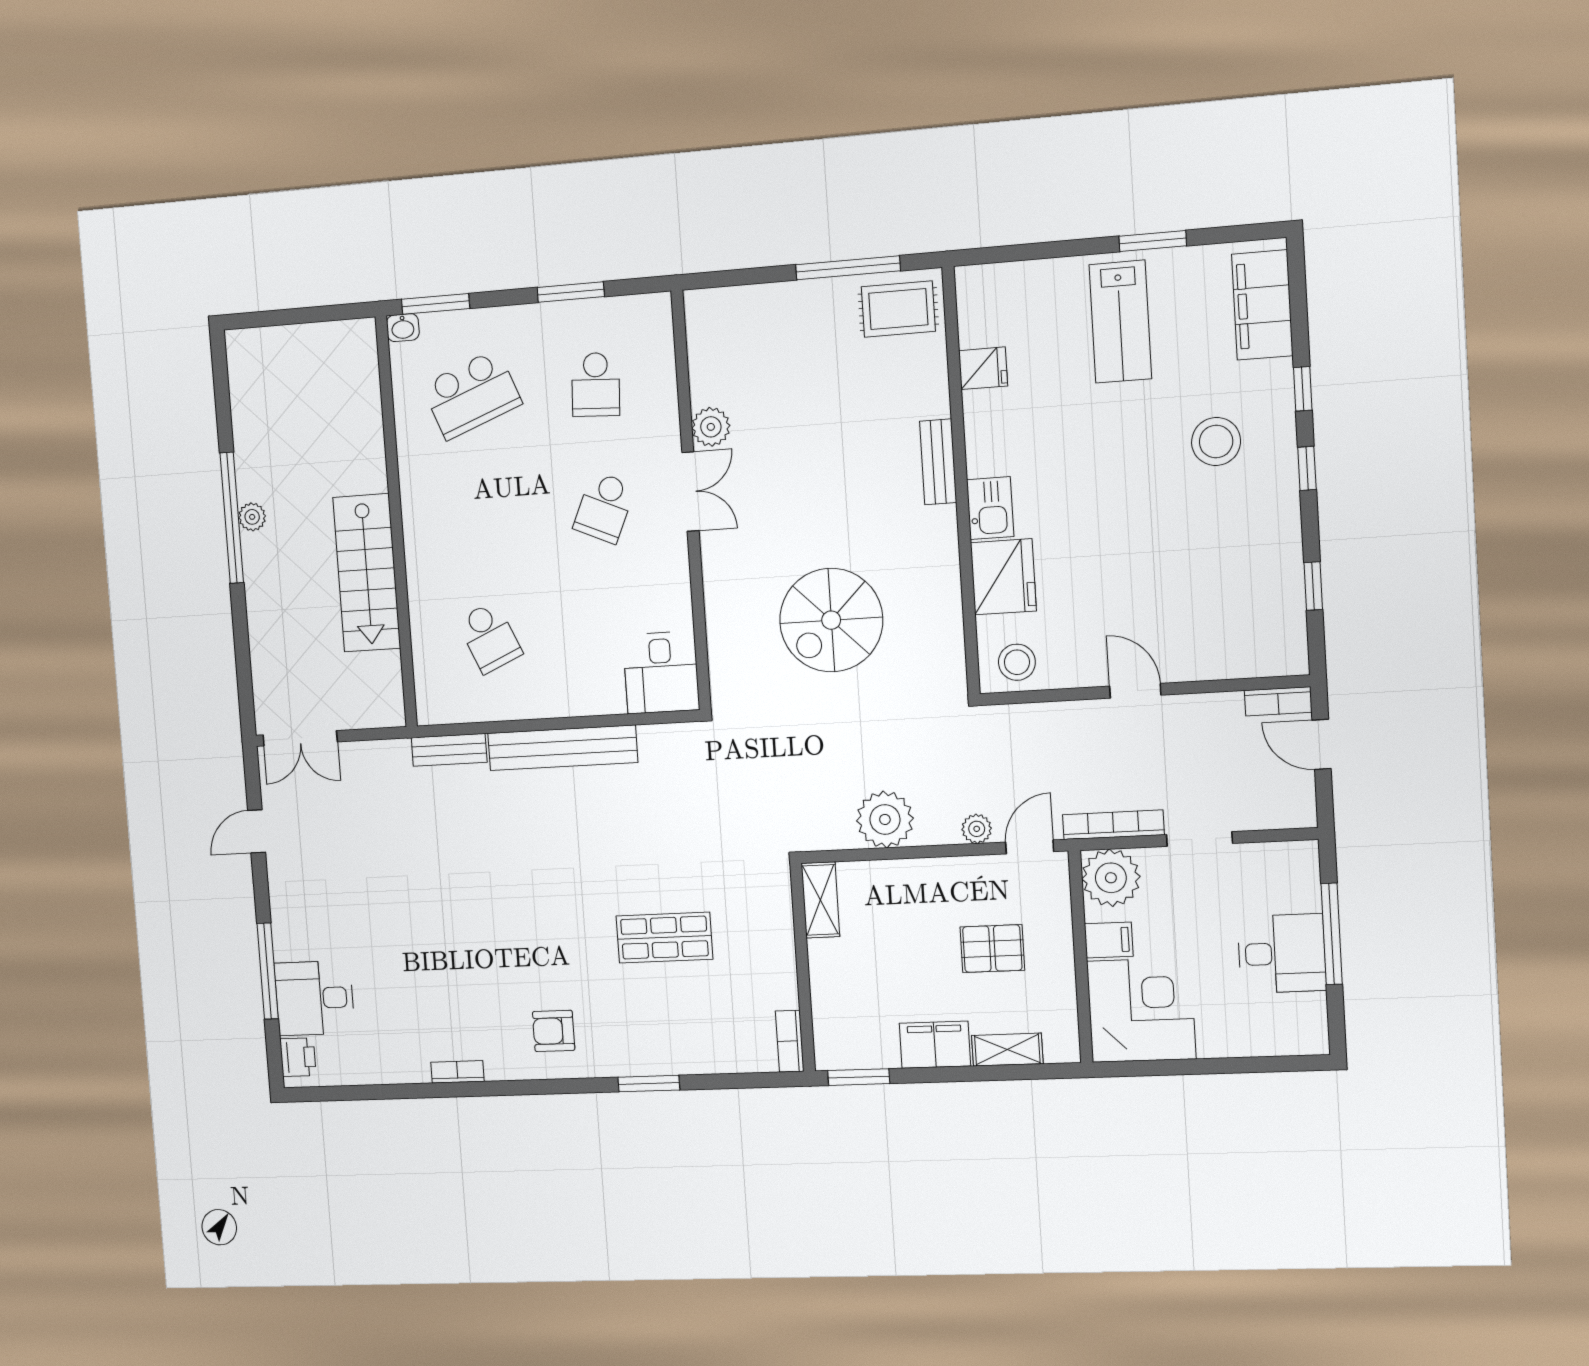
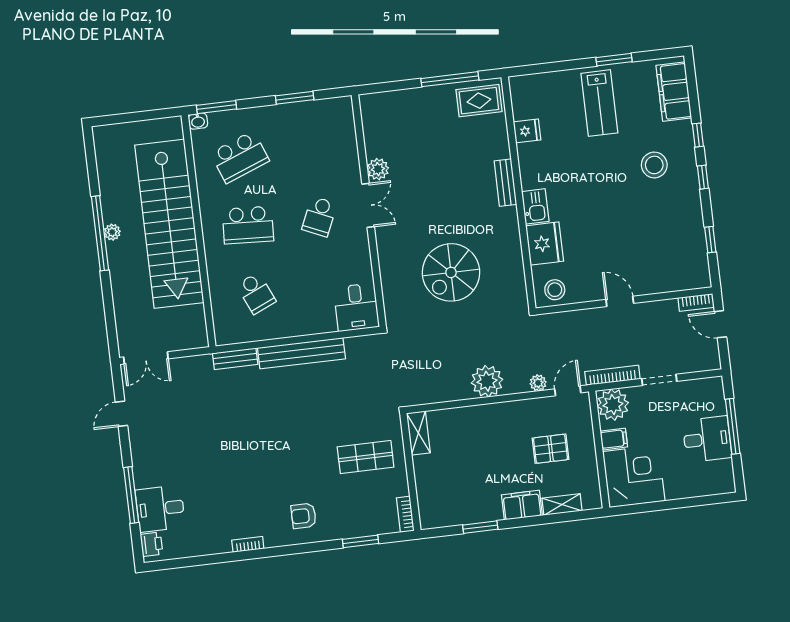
school desk: (596, 385) -> (248, 225), moved, width x1.85
stairs: (367, 573) -> (169, 224), width x1.86, depth x1.51
shelving: (820, 900) -> (418, 433), moved
wall: (803, 968) -> (410, 472), moved
bookcase: (790, 1041) -> (405, 514), moved

